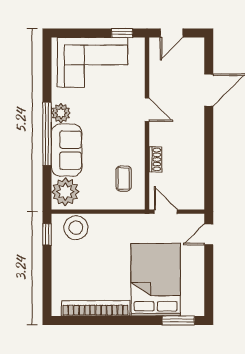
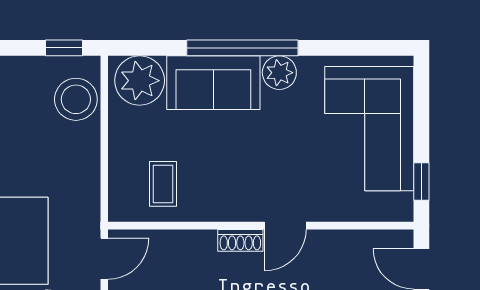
shoe rack: (155, 159) -> (240, 240), moved
coffee table: (124, 179) -> (163, 184), turned 90

